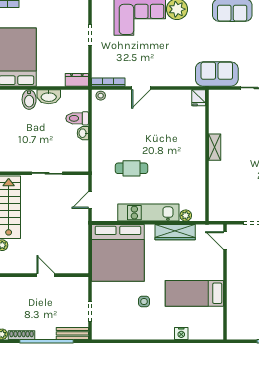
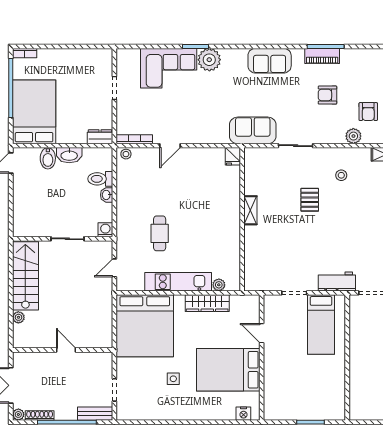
washing machine: (82, 165) -> (105, 230), added
cafe table: (132, 168) -> (160, 233), turned 90
door: (225, 240) -> (262, 333), moved
bed: (194, 293) -> (228, 370), width x1.50
nightstand: (181, 333) -> (243, 414), moved

